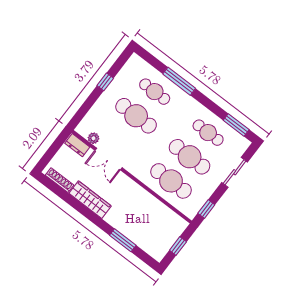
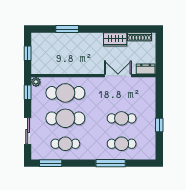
cafe table: (136, 116) -> (122, 118), width x0.73, depth x0.74
plant: (94, 138) -> (36, 82), moved
wardrobe: (90, 200) -> (115, 39), width x0.67

